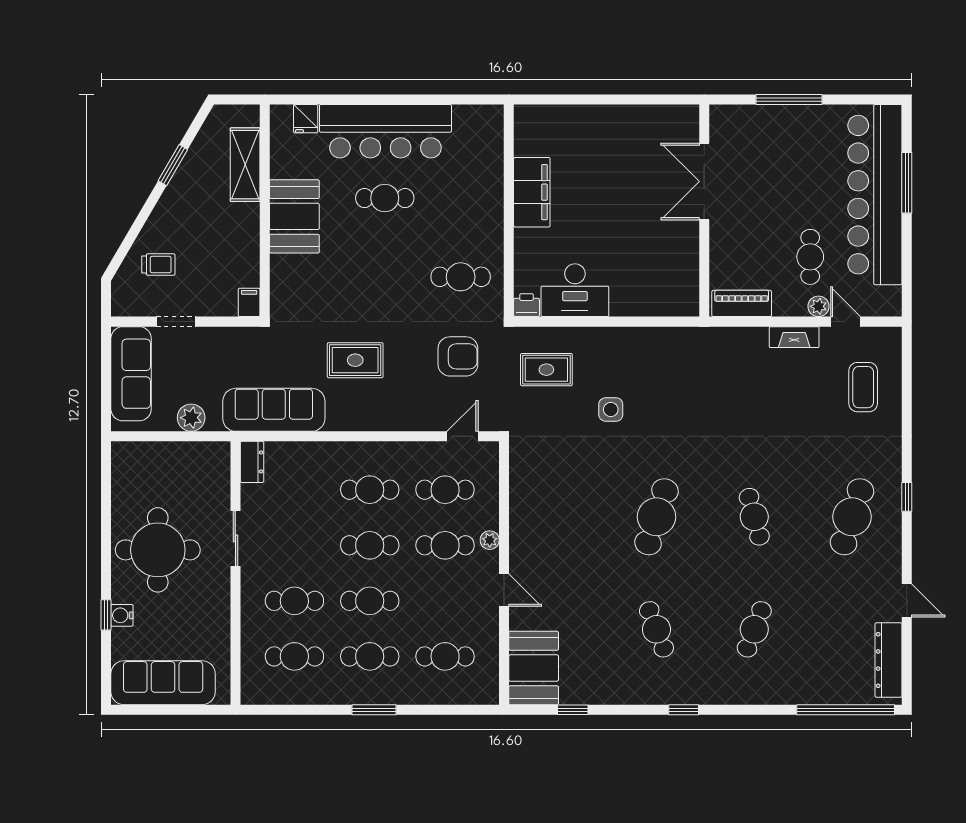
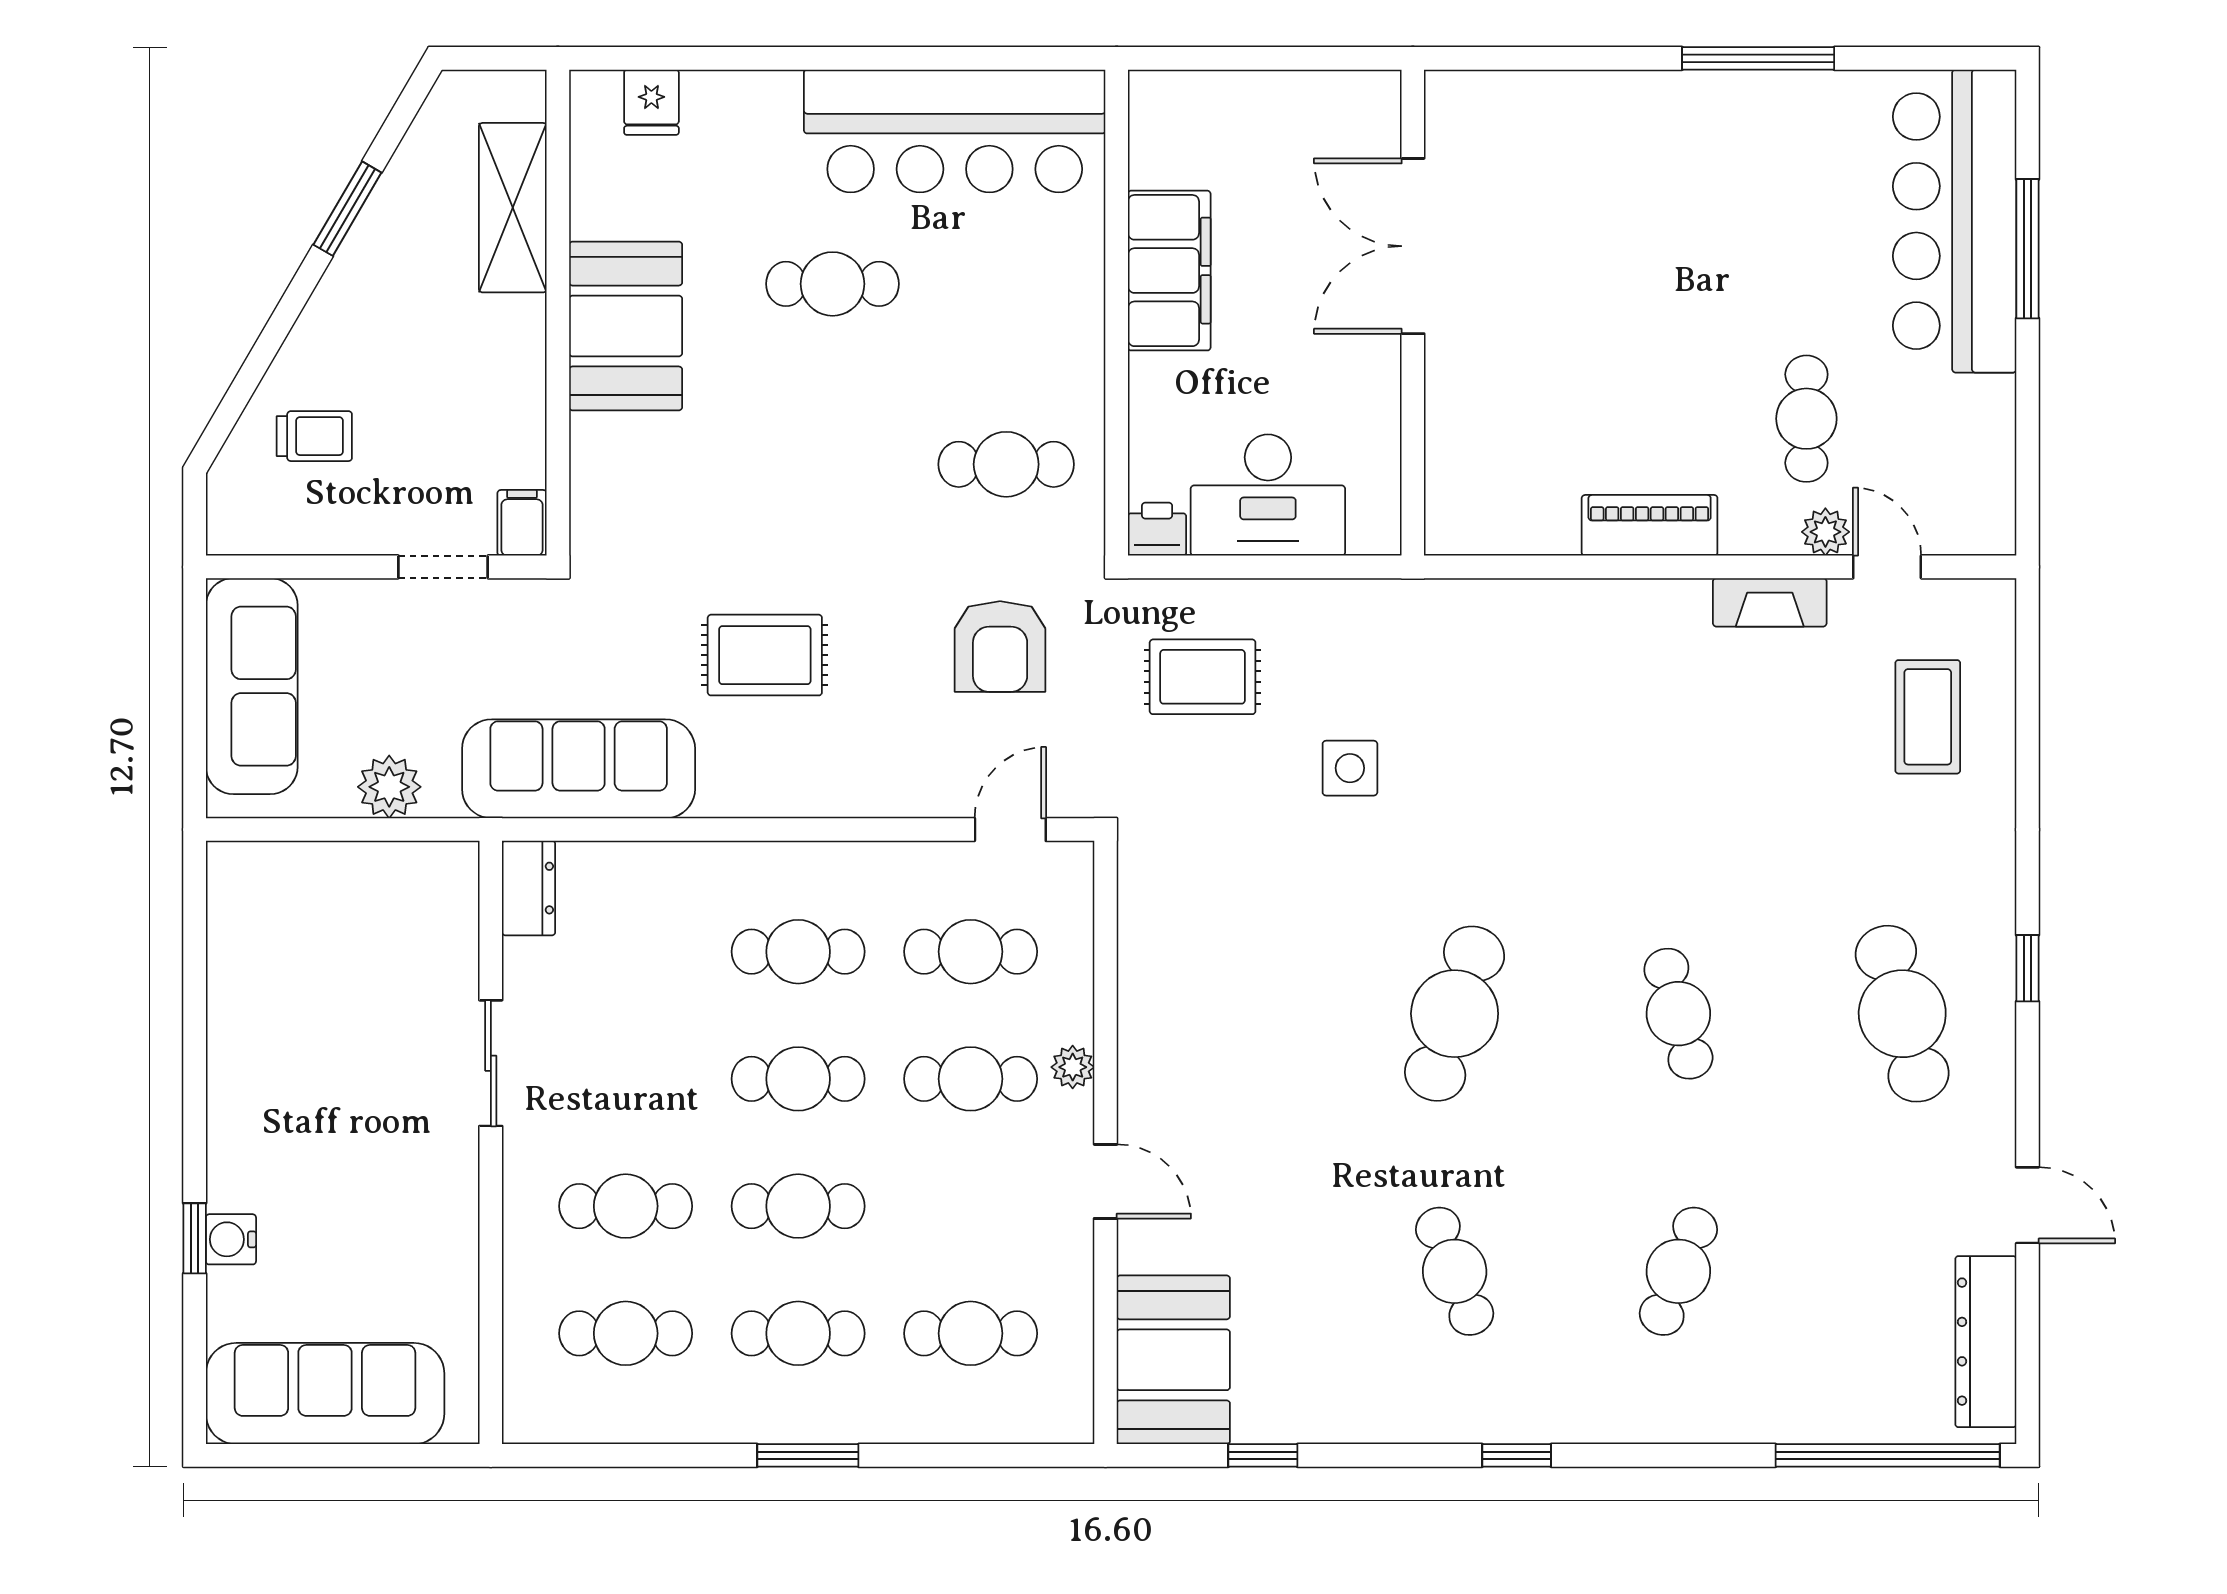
bar counter: (385, 131) -> (955, 131), moved
double door: (704, 181) -> (1413, 246), moved
bar counter: (875, 195) -> (1955, 221), width x0.73
wall: (704, 211) -> (1413, 313), moved
doorway: (176, 322) -> (443, 567), moved
armchair: (458, 356) -> (1000, 647), turned 90
cafe table: (852, 517) -> (1902, 1014), turned -33
round table: (158, 550) -> (313, 1089), removed

